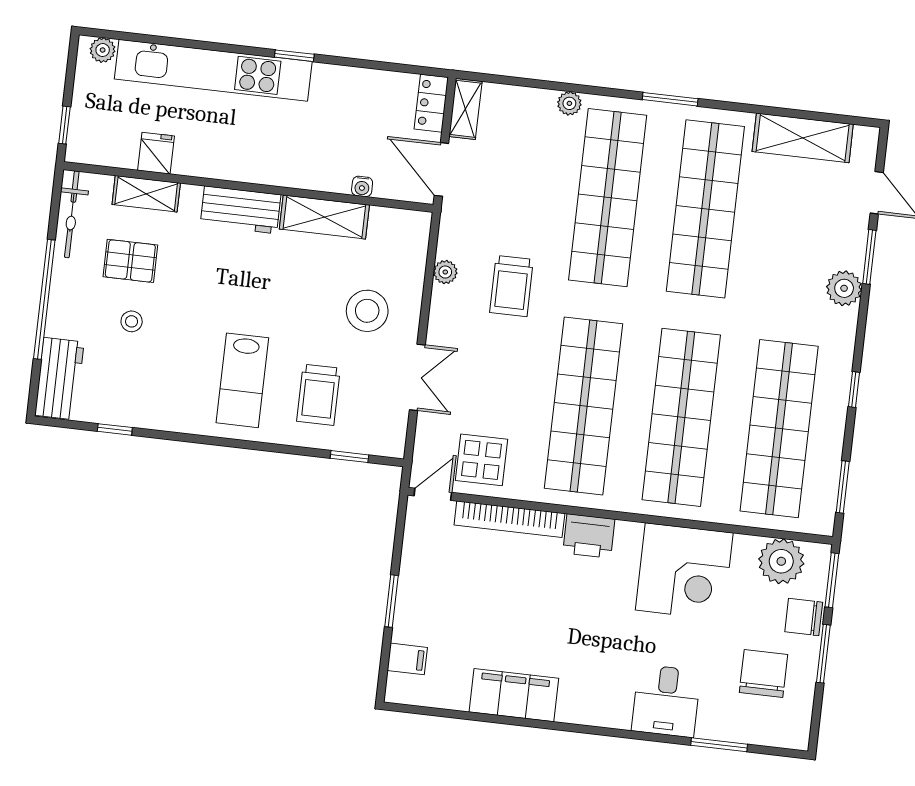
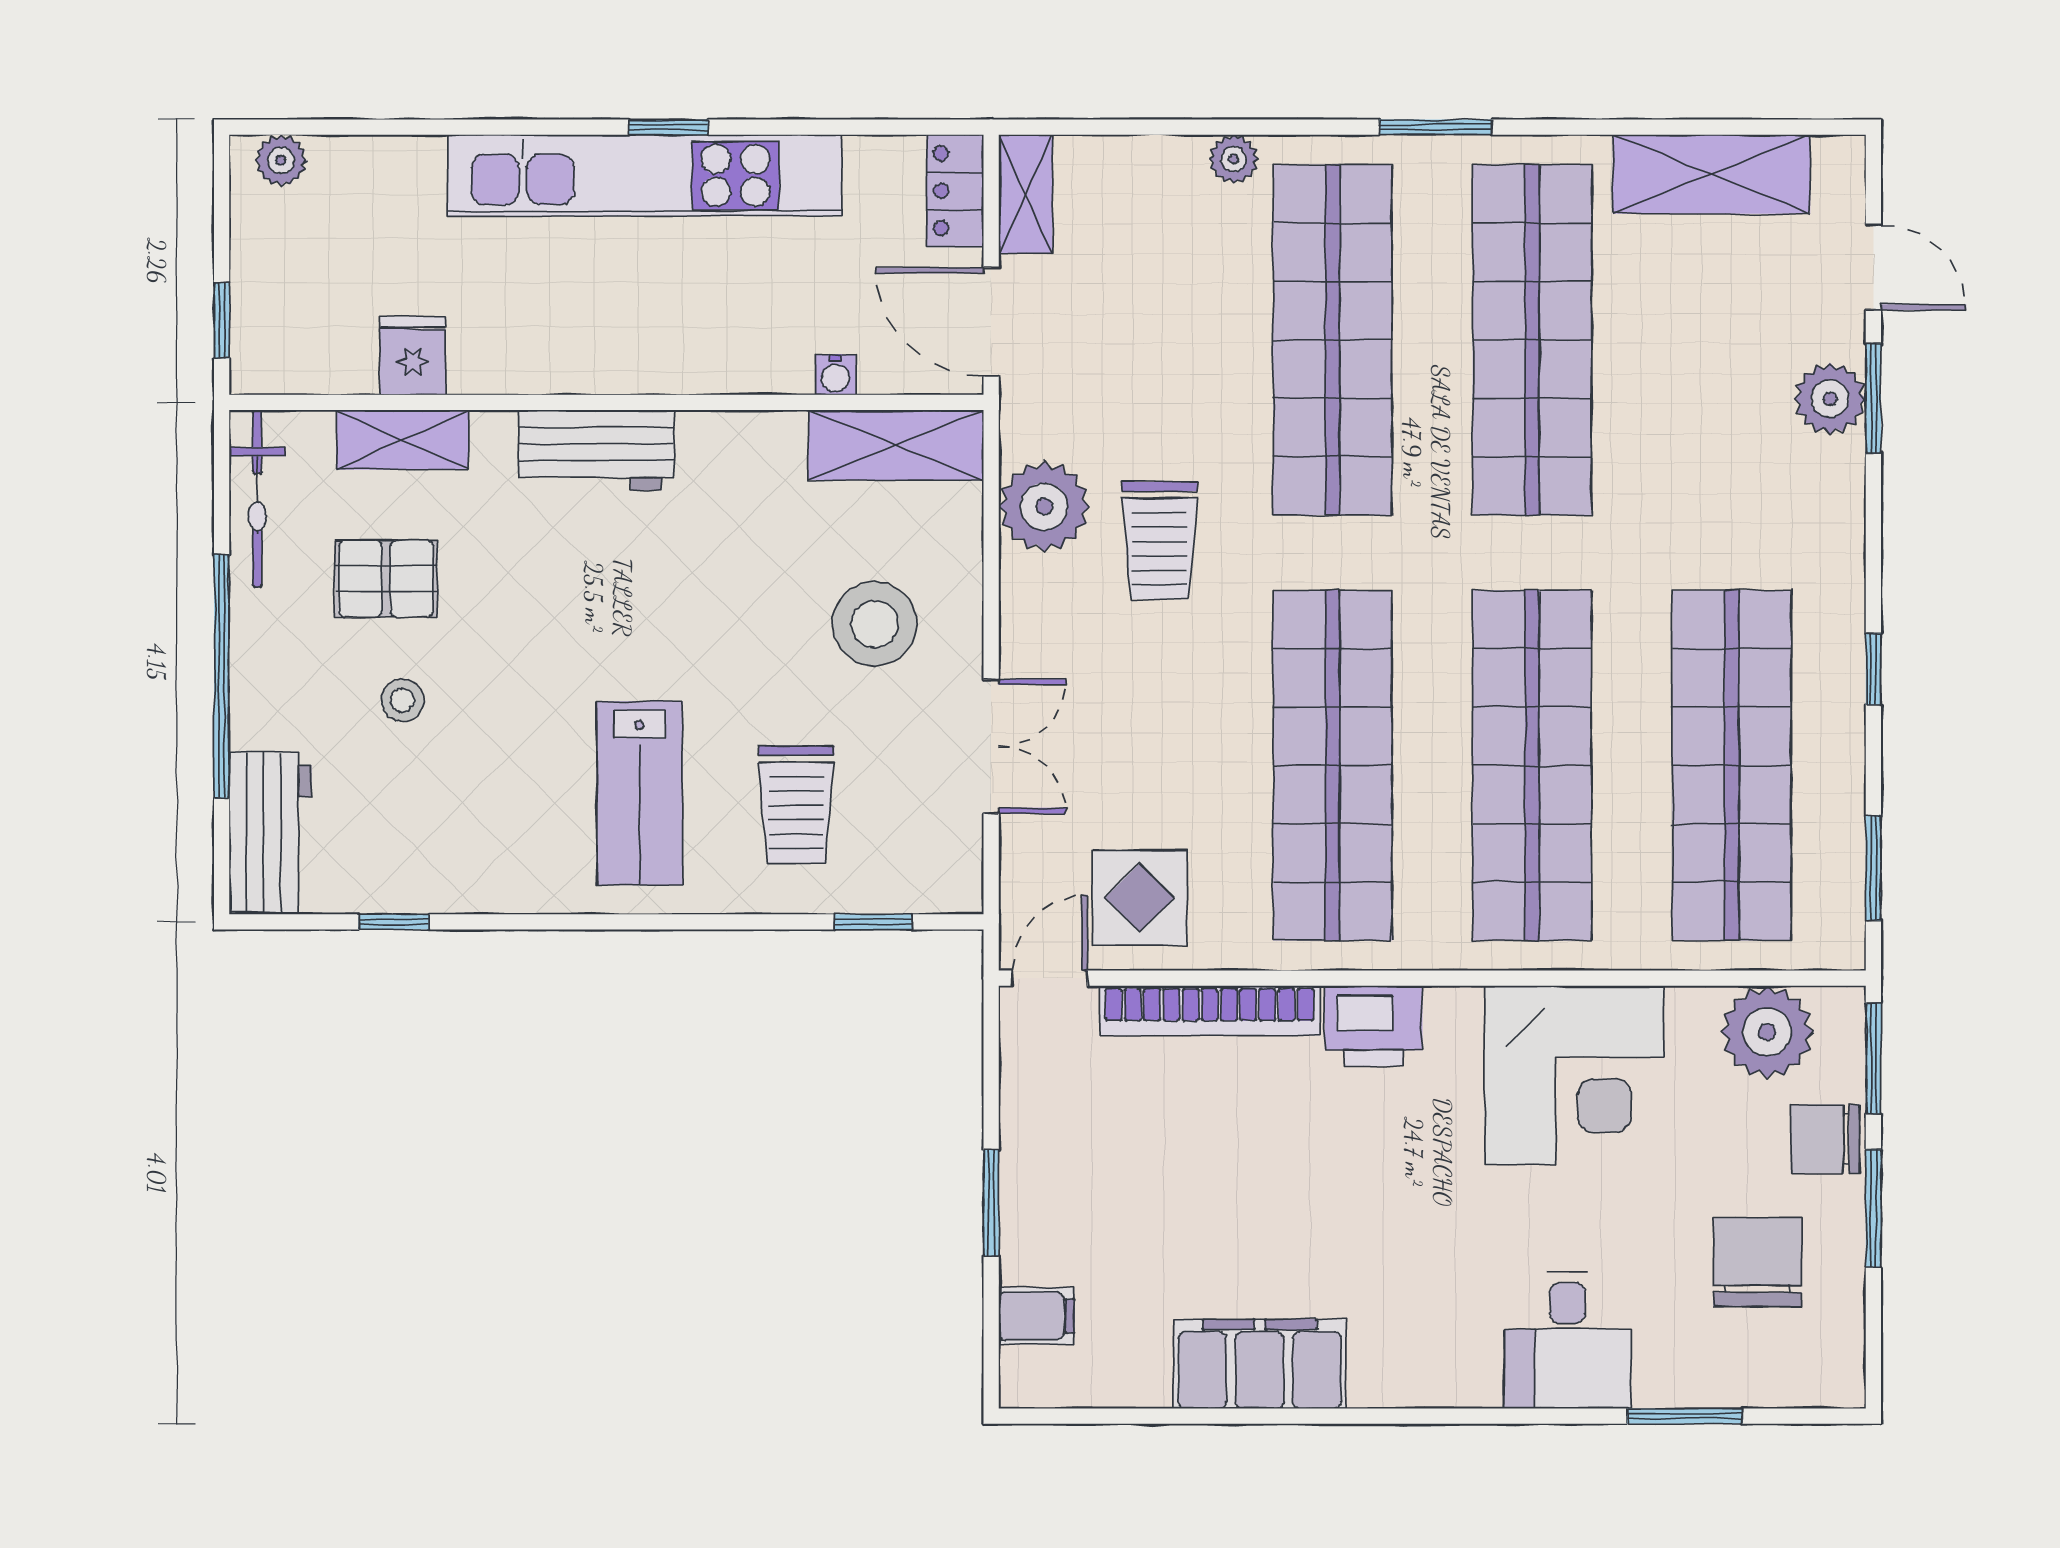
kitchen unit: (213, 70) -> (645, 175), moved
shelving: (324, 217) -> (896, 445), moved
plant: (445, 272) -> (1044, 507), width x1.88, depth x1.88
plant: (844, 288) -> (1830, 399), moved

